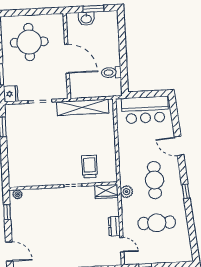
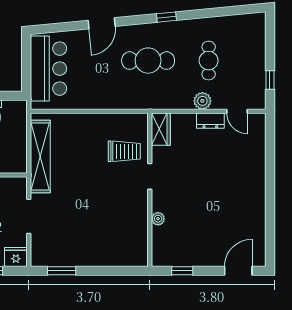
trolley: (89, 167) -> (124, 151), turned 180
plant: (126, 192) -> (202, 101), moved
plant: (18, 194) -> (158, 219), moved
cafe table: (157, 223) -> (209, 61), width x0.73, depth x0.74
door: (122, 245) -> (237, 111), swing flipped

